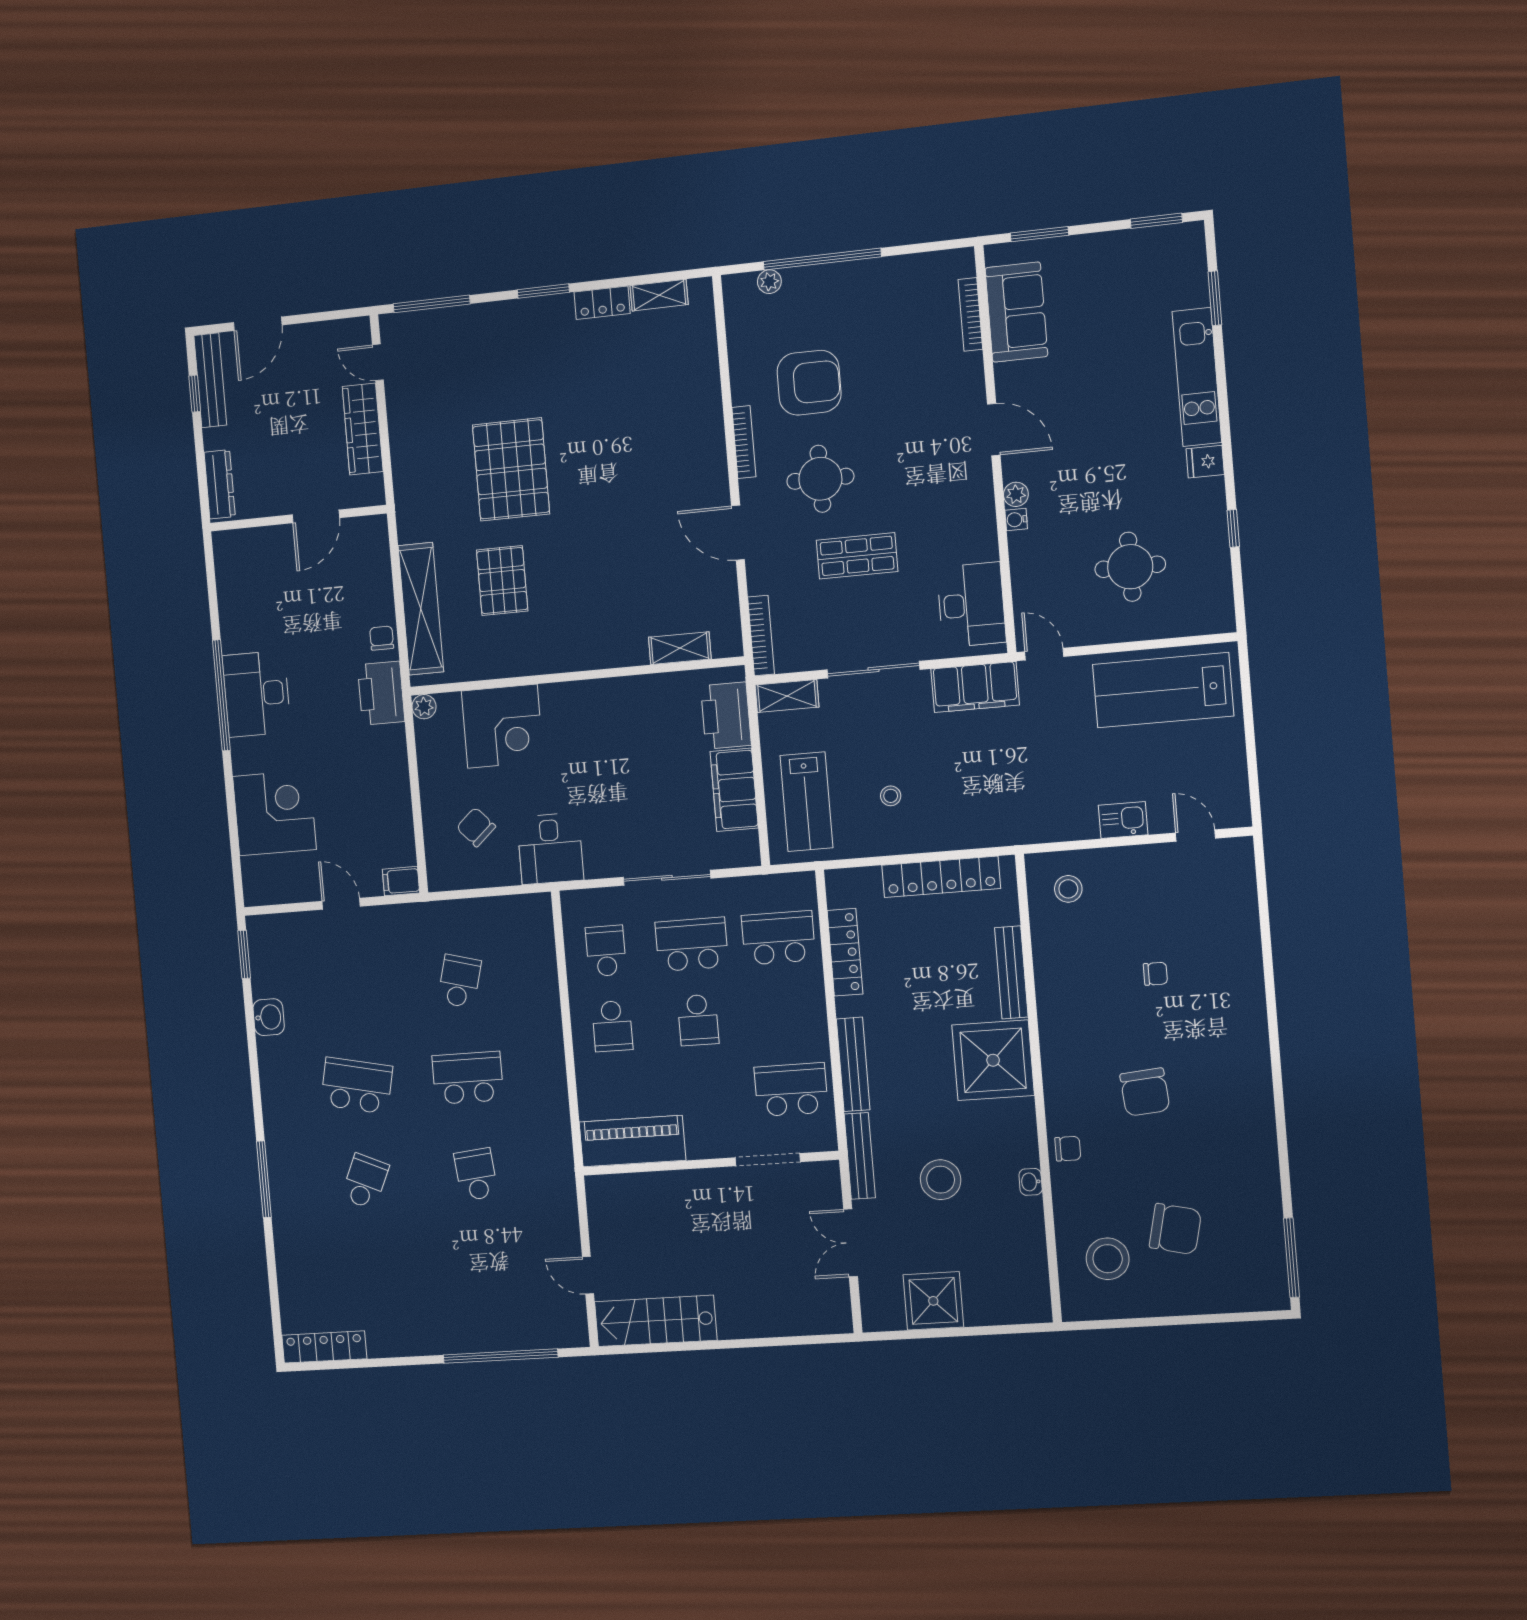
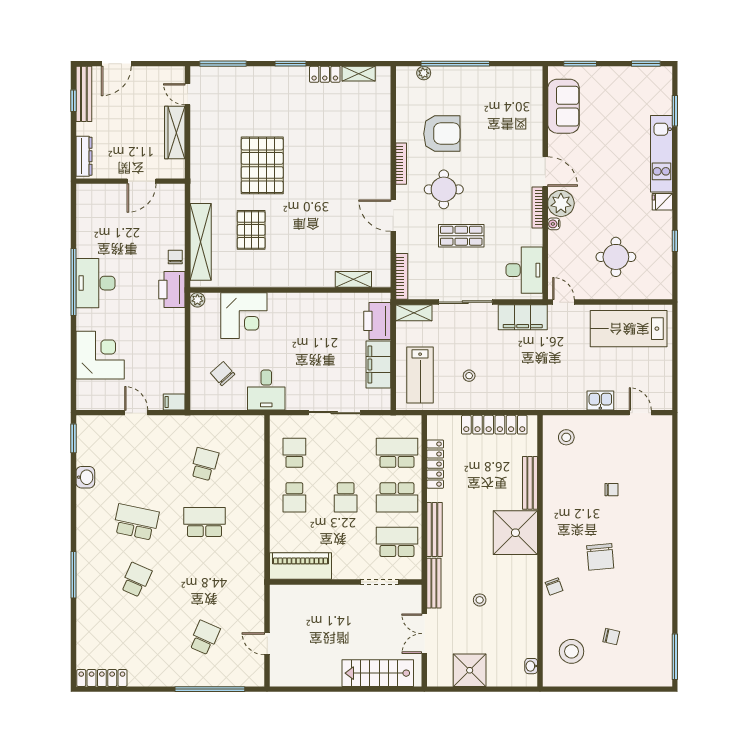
bookcase: (970, 314) -> (537, 207), moved
plant: (1016, 494) -> (561, 203), width x1.88, depth x1.88
school desk: (692, 944) -> (397, 497), moved, turned 180
chair: (1068, 1149) -> (554, 587), turned 70
school desk: (476, 1174) -> (204, 638), moved, turned 30
stool: (941, 1180) -> (480, 600), width x0.53, depth x0.53
washbasin: (1031, 1182) -> (531, 666), moved
chair: (1175, 1229) -> (611, 637), width x0.54, depth x0.54
stairs: (656, 1321) -> (378, 673), moved

